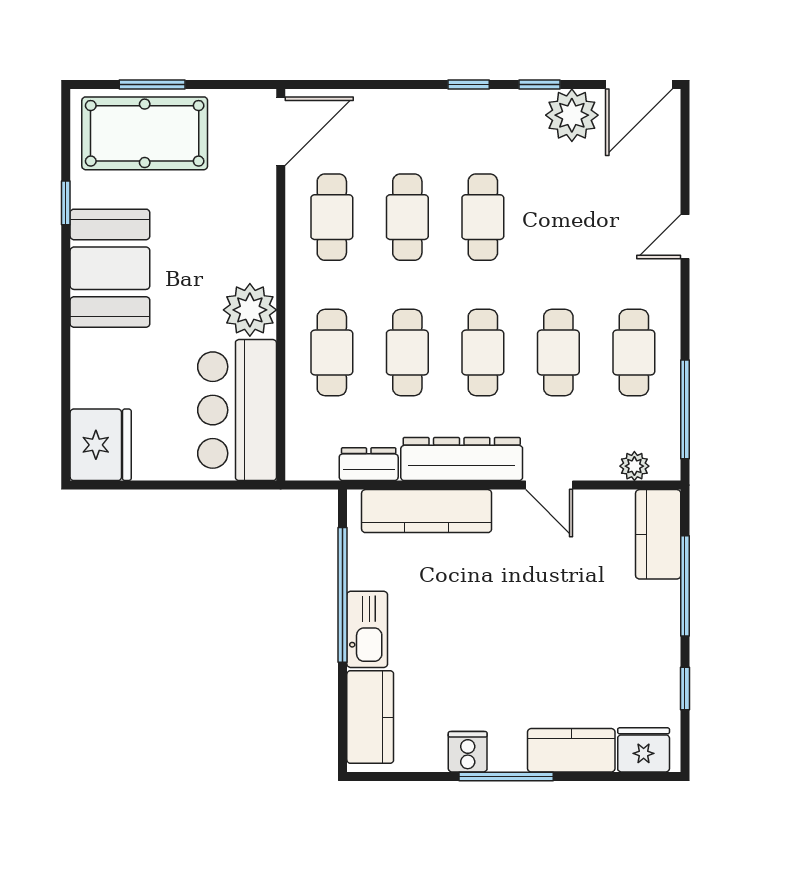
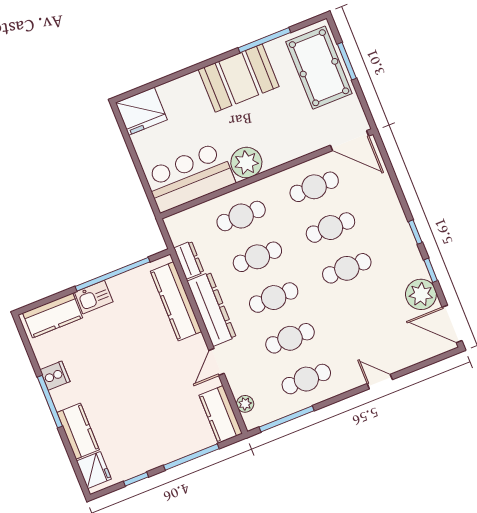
window: (66, 203) -> (264, 40), width x2.17
kitchen counter: (658, 534) -> (221, 414), moved, turned -90
kitchen sink: (367, 629) -> (94, 297), width x0.73

